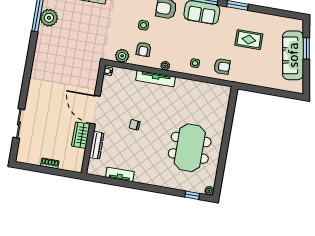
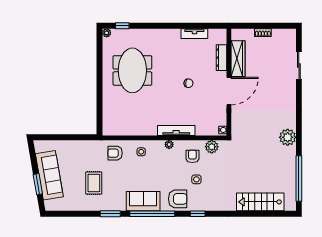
plant: (49, 18) -> (288, 137), moved
rug: (249, 40) -> (94, 183), turned 90
door: (95, 110) -> (229, 91), hinge flipped
wardrobe: (81, 135) -> (238, 59), width x1.50

